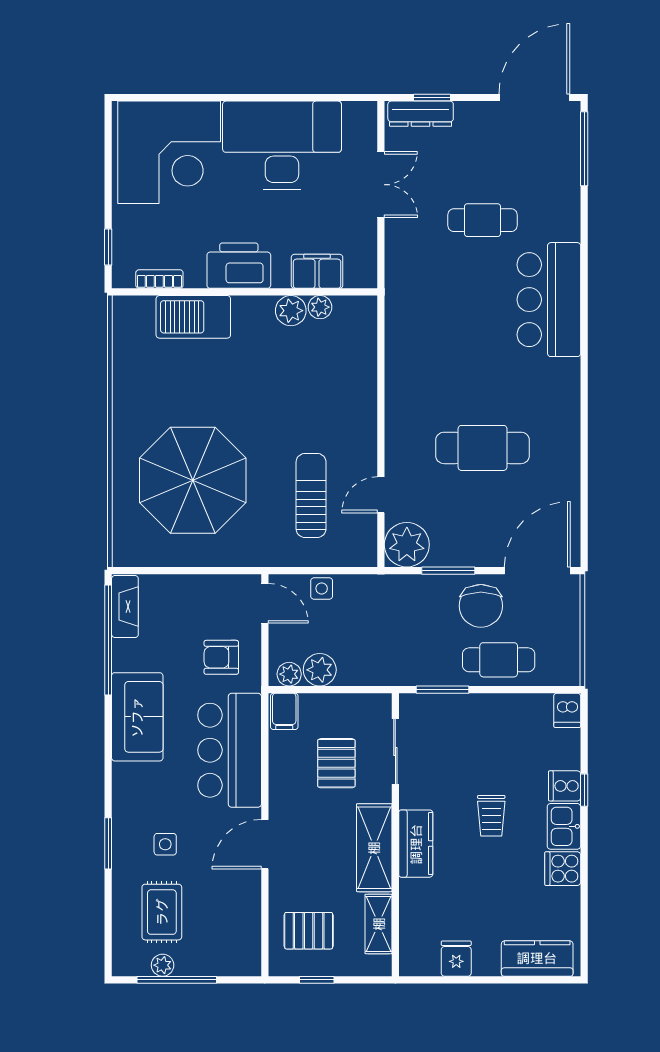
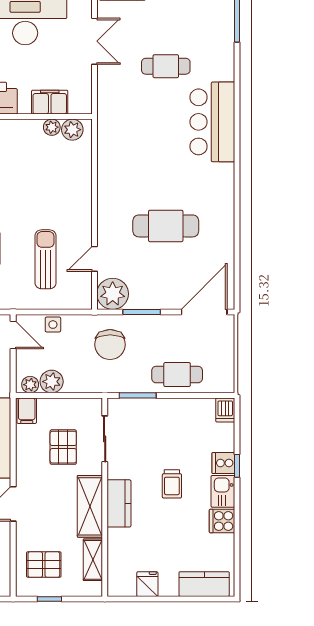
plant: (291, 311) -> (72, 130), moved
chair: (481, 606) -> (110, 345), moved

